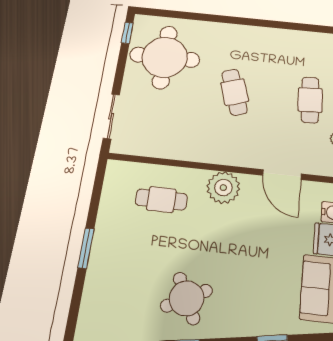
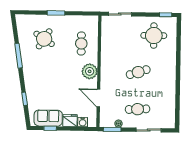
round table: (165, 57) -> (154, 36), width x0.73, depth x0.73
door: (282, 175) -> (98, 98), hinge flipped
round table: (187, 298) -> (44, 39), moved, turned -30

